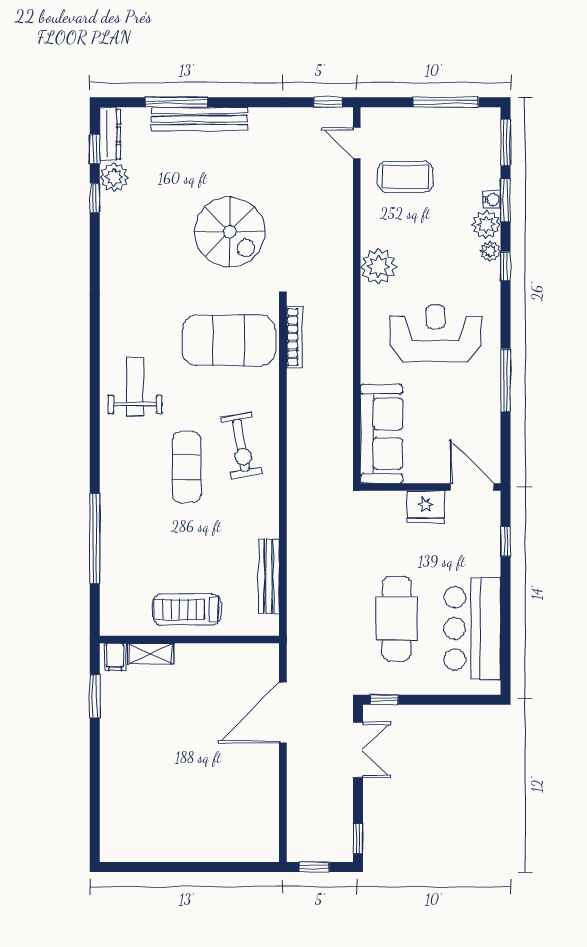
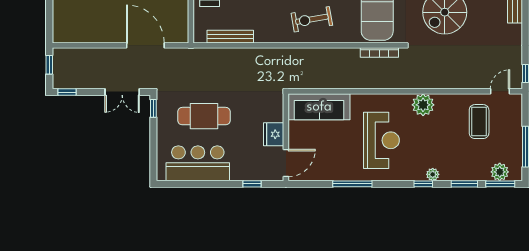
water cooler: (492, 199) -> (465, 175), removed
plant: (486, 225) -> (500, 172), moved

